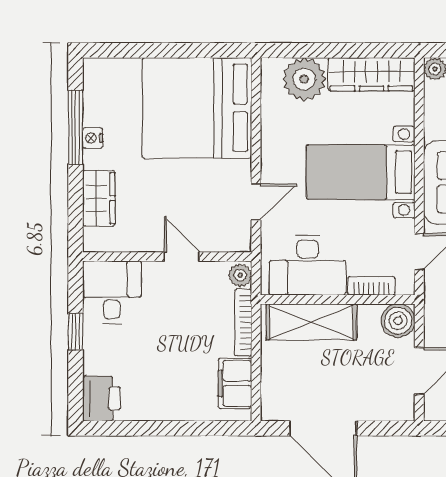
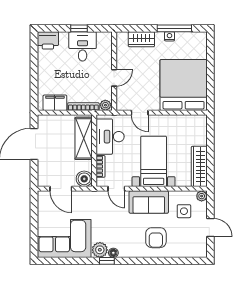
plant: (304, 79) -> (197, 135), removed
desk: (112, 292) -> (83, 46), moved, turned -90

